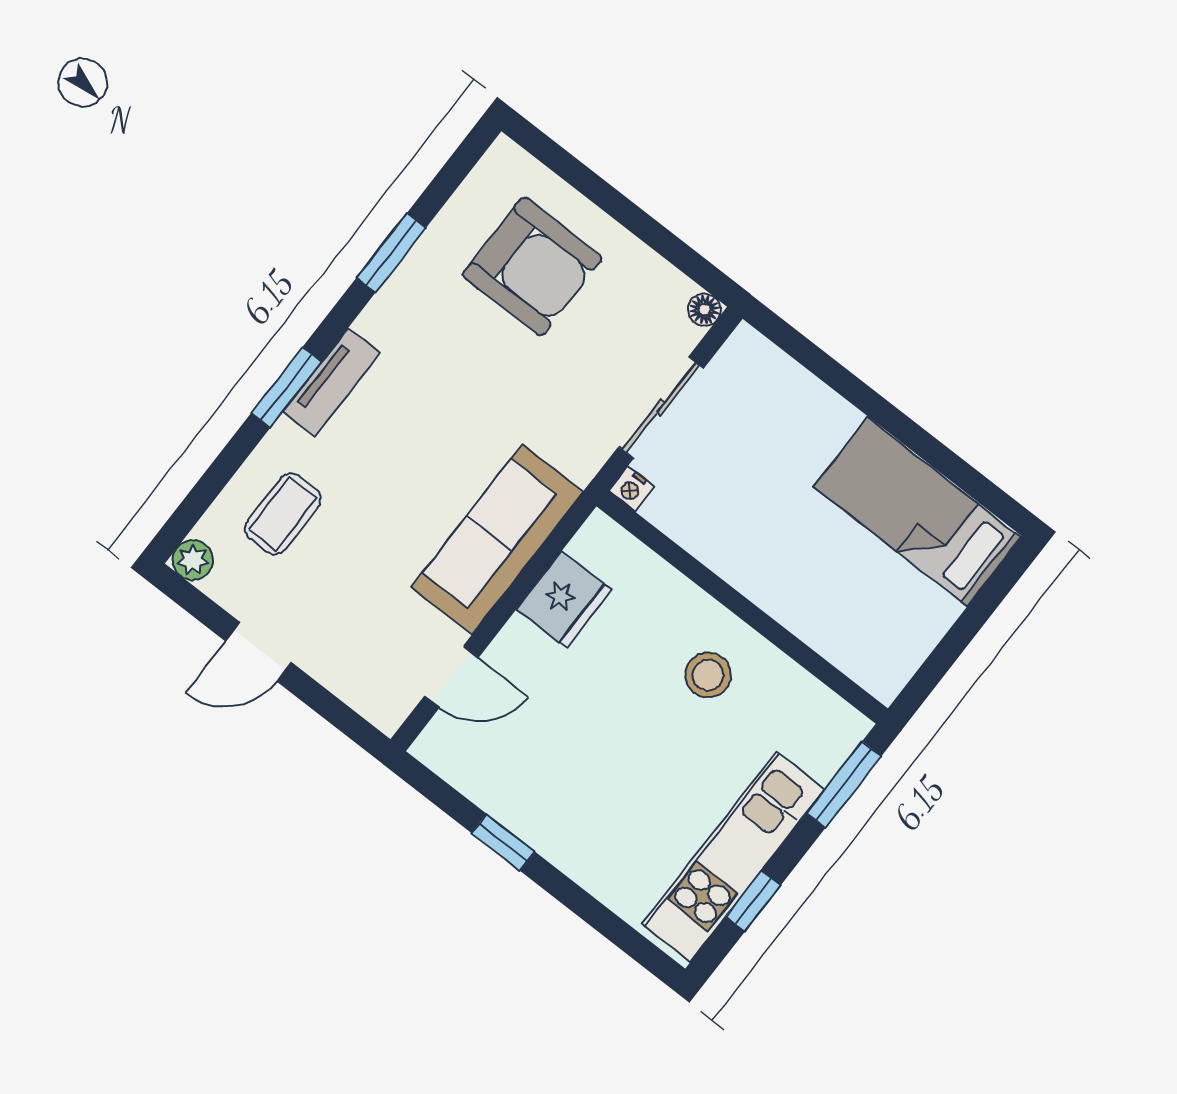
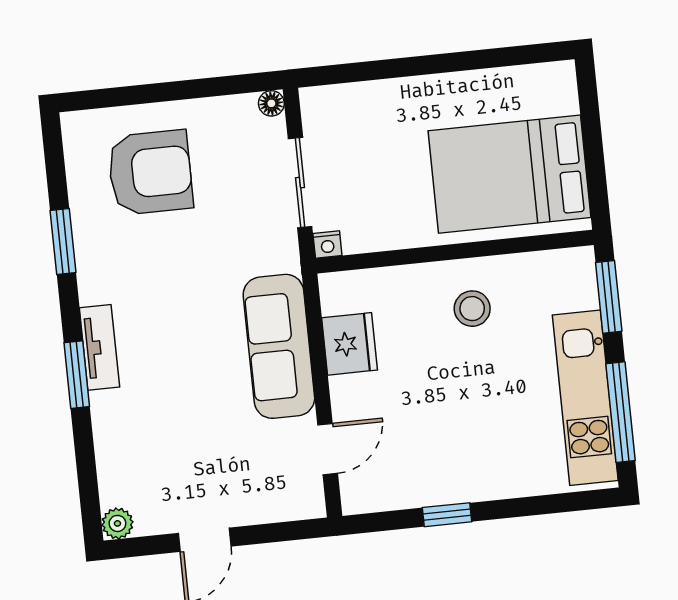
bed: (917, 512) -> (509, 174), moved, width x1.50
coffee table: (283, 514) -> (143, 448), removed
window: (753, 901) -> (621, 412), width x2.17

